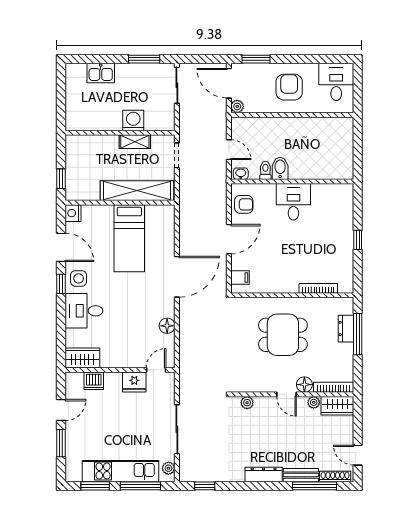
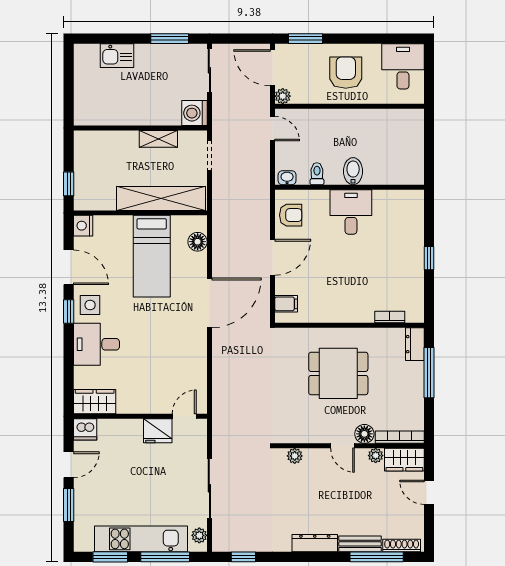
washing machine: (133, 120) -> (194, 113), moved, turned -90
door: (229, 150) -> (273, 129), moved
bidet: (280, 168) -> (353, 171), moved
bookcase: (318, 288) -> (390, 317), width x0.64
floor lamp: (167, 326) -> (198, 242), moved
dresser: (346, 329) -> (415, 344), moved
dishwasher: (94, 381) -> (85, 429), moved
door: (358, 455) -> (429, 492), moved

